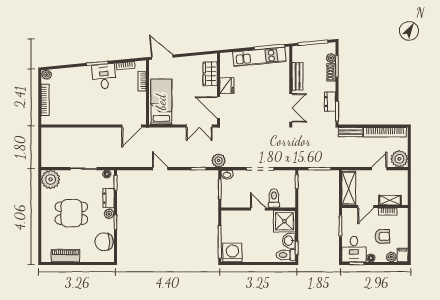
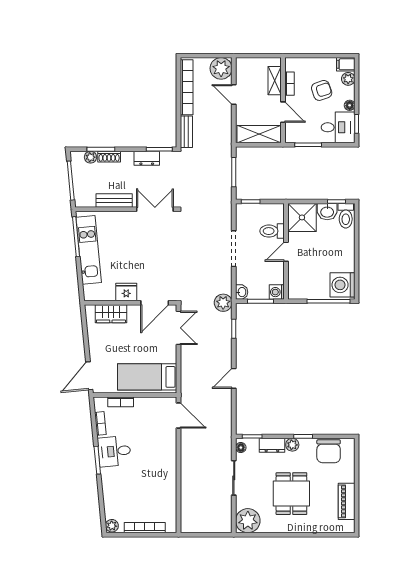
washing machine: (227, 202) -> (277, 292), added
armchair: (382, 236) -> (322, 90), turned 71

